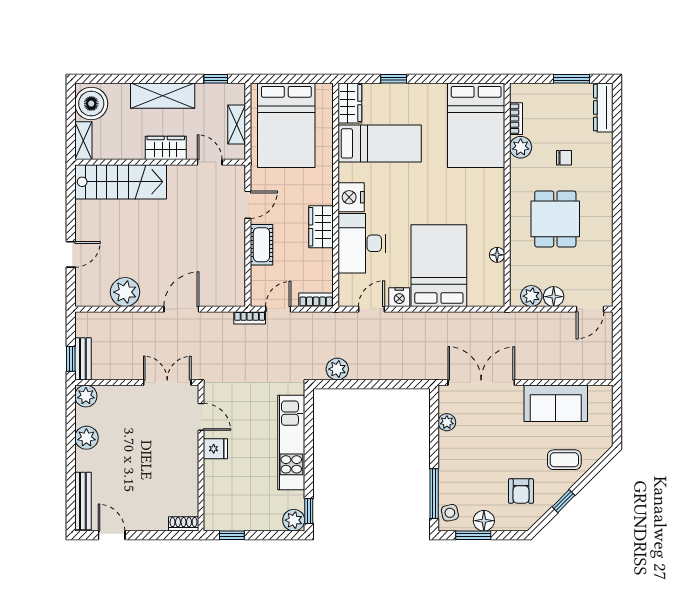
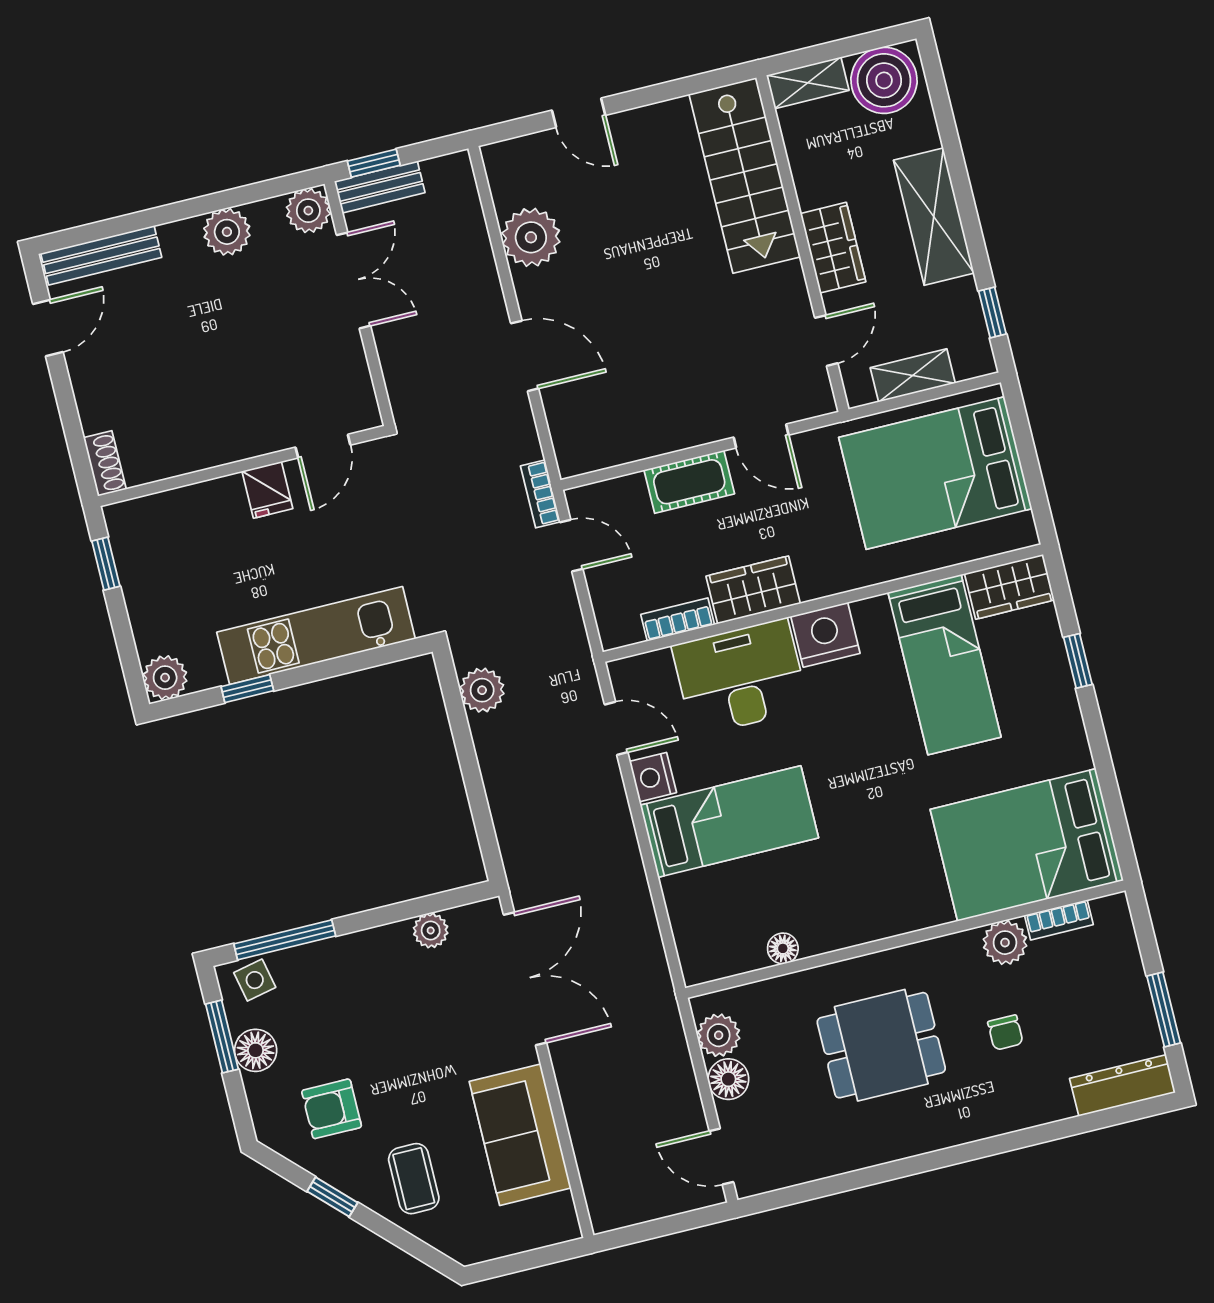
bed: (439, 266) -> (729, 822), width x0.67
bookcase: (316, 300) -> (678, 620), moved, turned -90
double door: (167, 383) -> (353, 280), moved
window: (309, 511) -> (247, 689), moved

